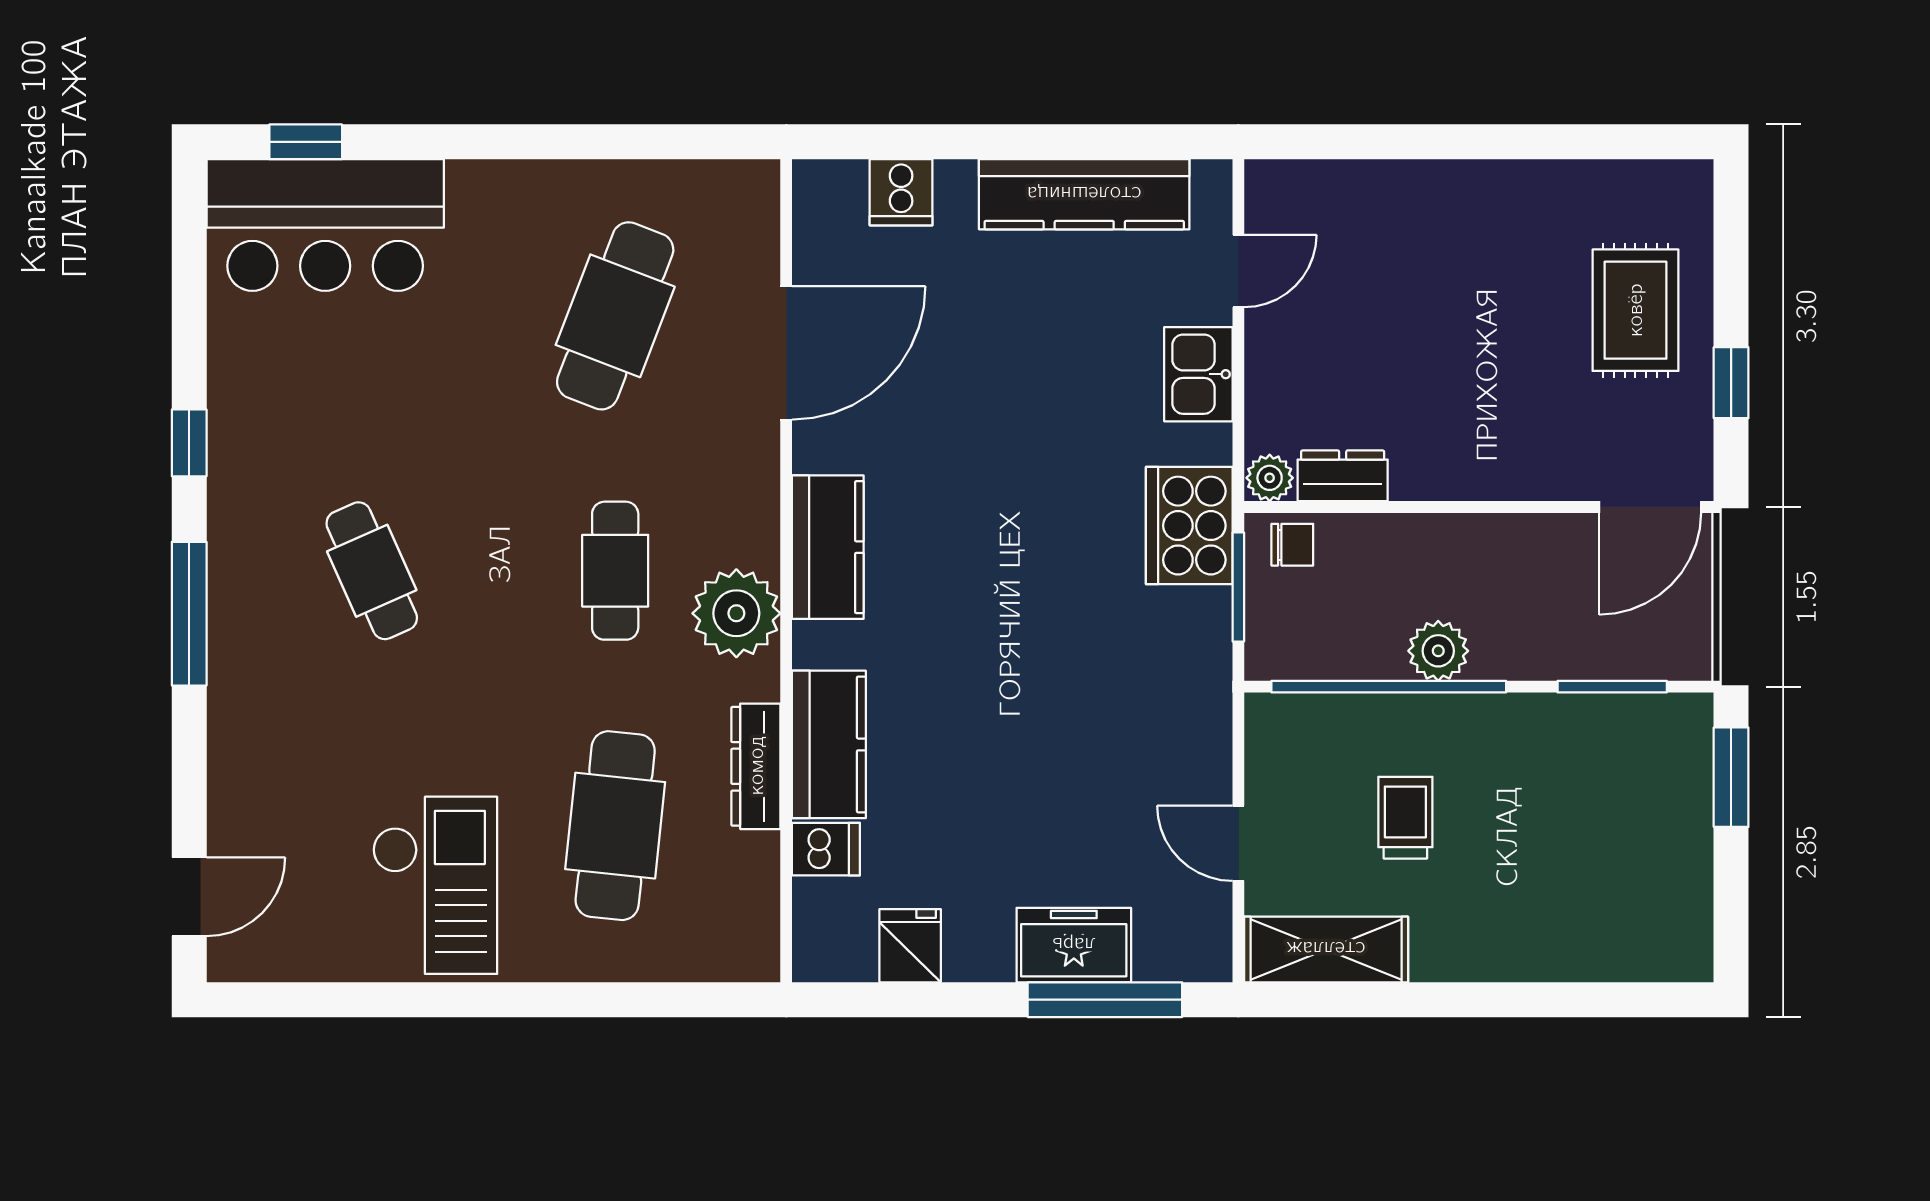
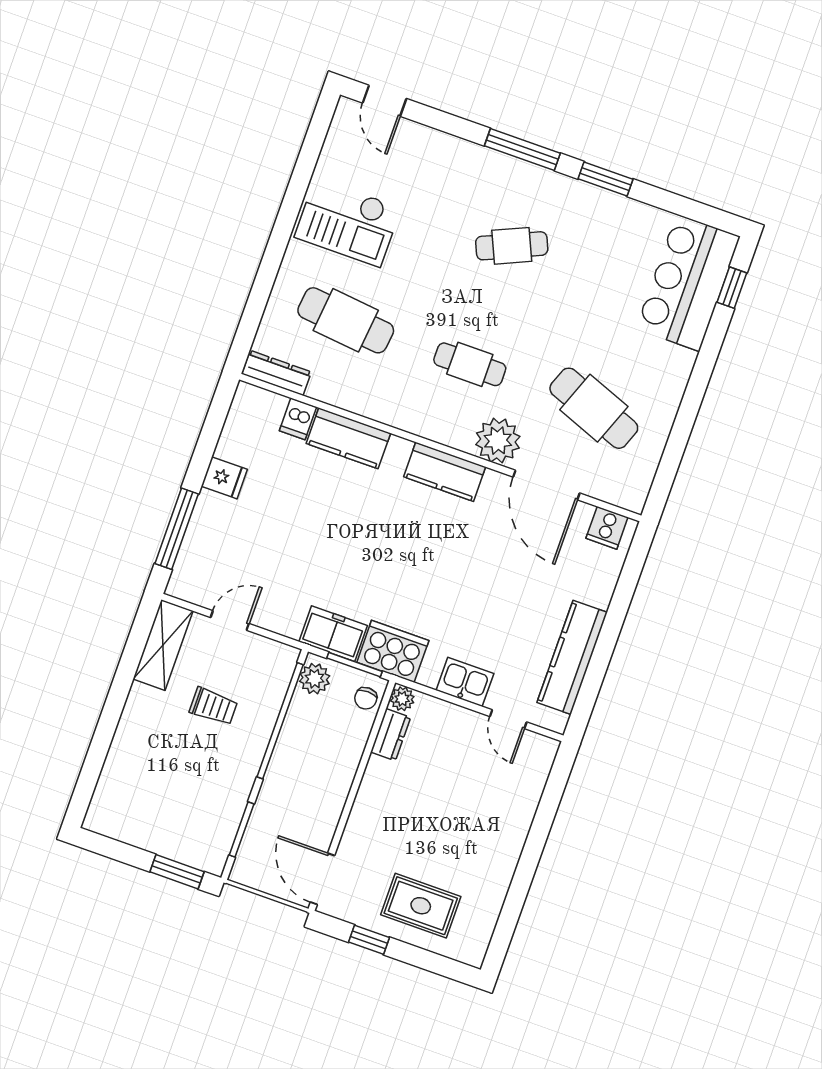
cooker: (901, 192) -> (607, 528), moved, turned -90
window: (189, 443) -> (605, 179), width x1.50
plant: (736, 613) -> (498, 441), moved
plant: (1438, 651) -> (315, 679), moved
dresser: (756, 766) -> (277, 373), moved
freezer: (1074, 945) -> (333, 634), moved, turned -90
fridge: (910, 946) -> (224, 478), moved

